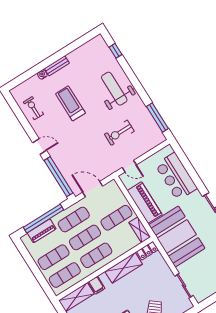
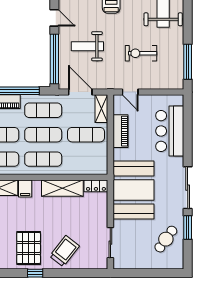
weight bench: (77, 152) -> (87, 46), added
piano: (145, 203) -> (120, 131), width x0.73, depth x0.75
shelving: (140, 230) -> (101, 109), moved

